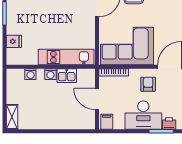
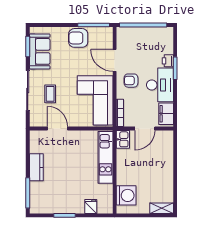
washing machine: (30, 74) -> (126, 195), width x1.89, depth x1.89
washing machine: (50, 74) -> (122, 172), removed
kitchen sink: (67, 76) -> (123, 139), moved
filing cabinet: (107, 122) -> (166, 114), width x2.00

